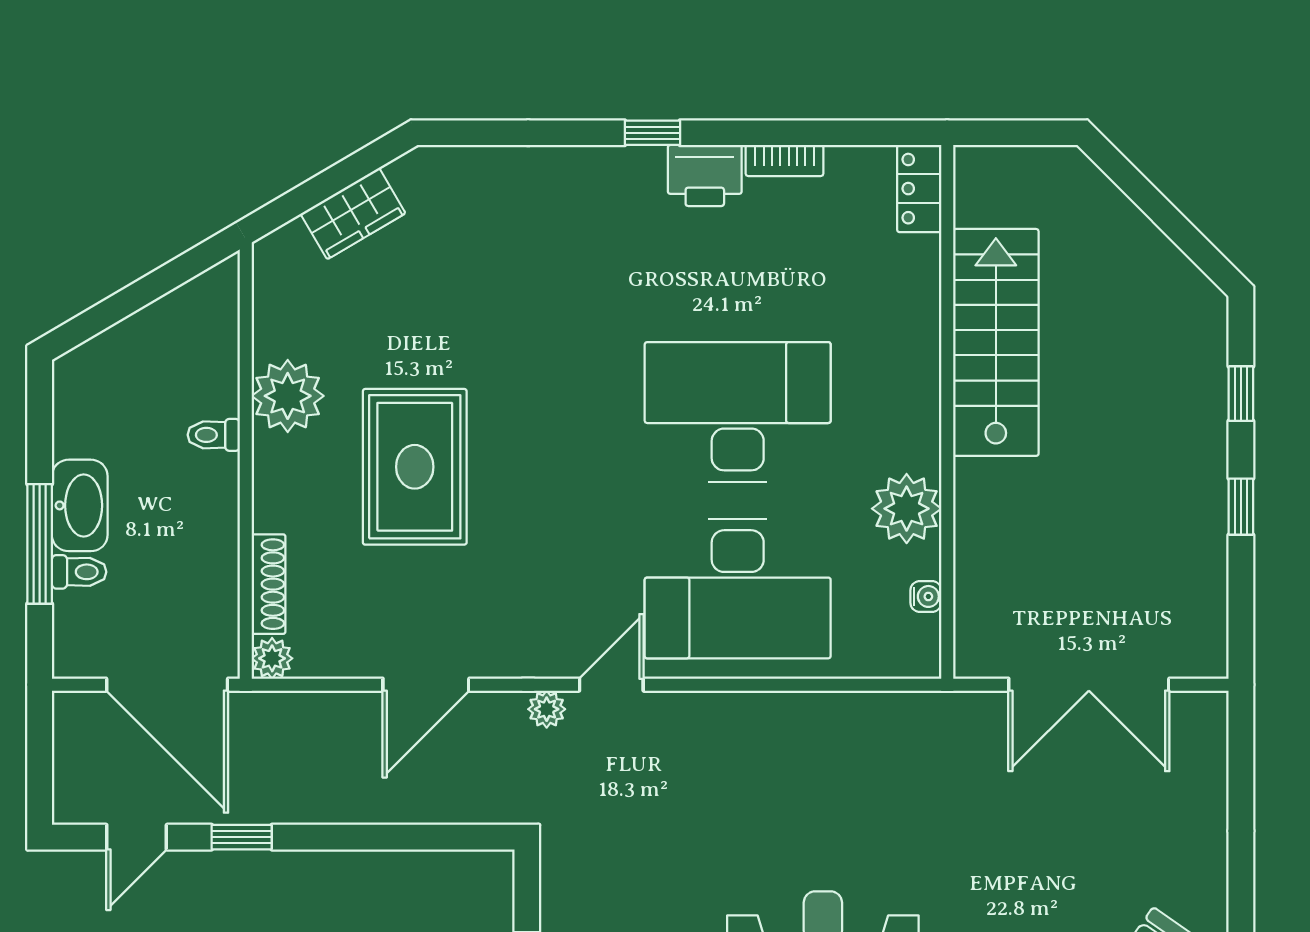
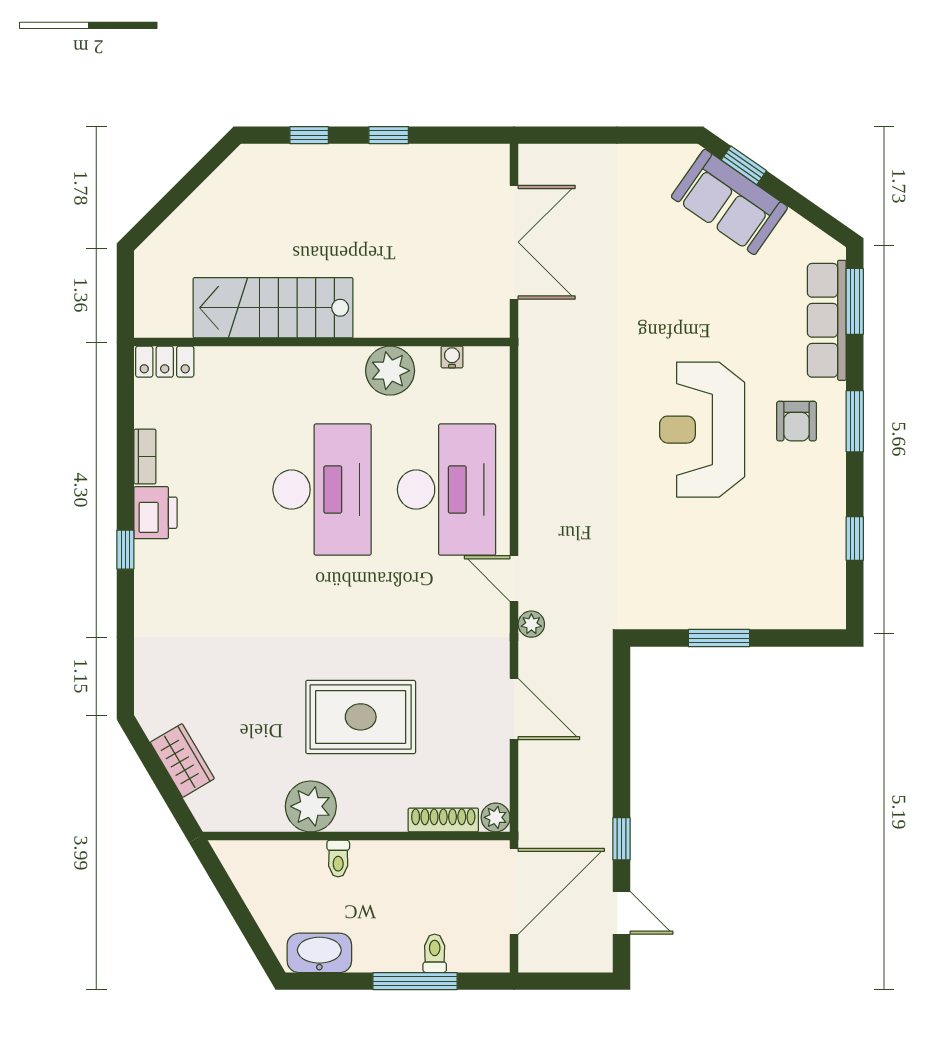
desk: (738, 412) -> (322, 490), turned 180
washbasin: (80, 505) -> (319, 953), moved

